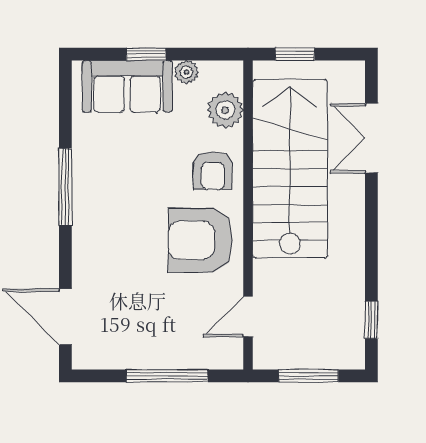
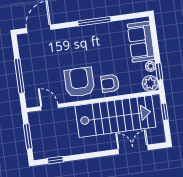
window: (146, 54) -> (159, 71), moved
plant: (225, 110) -> (150, 83), moved

